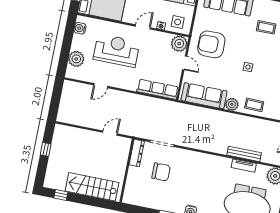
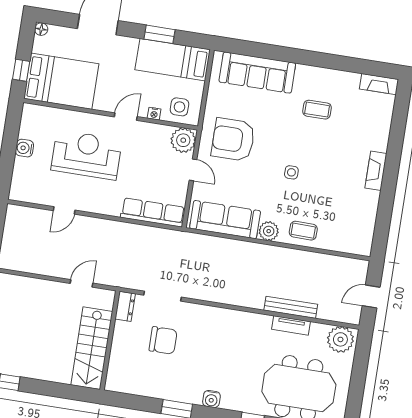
water cooler: (80, 28) -> (24, 148), moved
plant: (76, 59) -> (25, 170), removed
dresser: (137, 153) -> (125, 306), width x0.70
stairs: (92, 187) -> (92, 348), moved, turned -90

